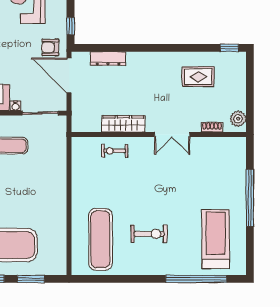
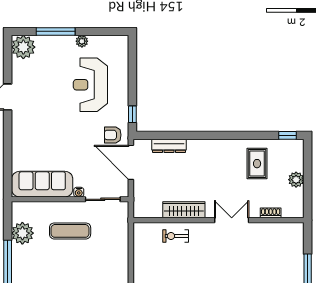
rug: (198, 77) -> (257, 164), turned 90
plant: (238, 119) -> (296, 180), moved
double door: (172, 134) -> (232, 220), swing flipped

